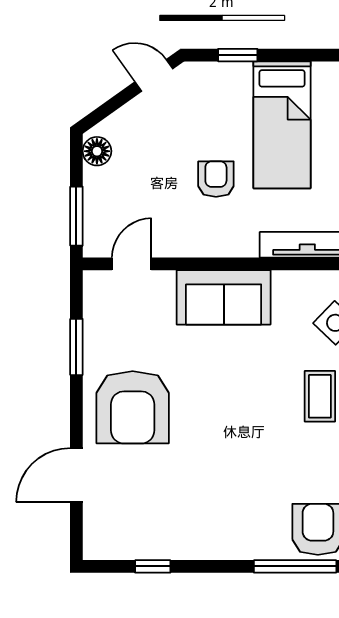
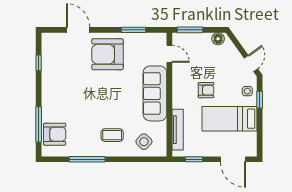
side table: (218, 84) -> (247, 91), added
sofa: (224, 297) -> (155, 93), width x1.36

